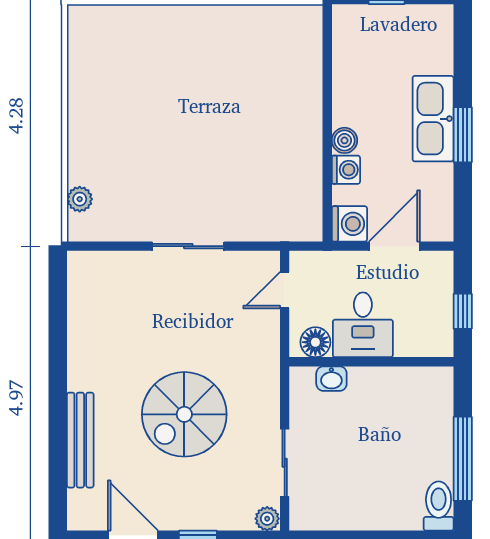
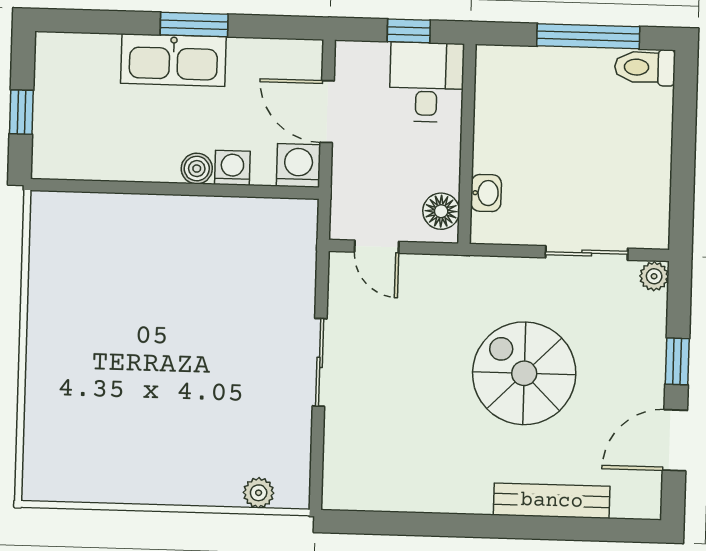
desk: (363, 325) -> (427, 82), moved, turned -90
spiral stairs: (184, 414) -> (524, 373), turned 180

